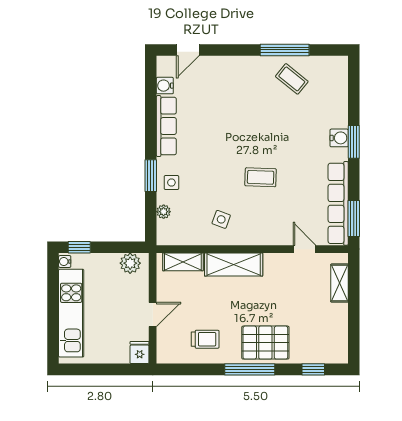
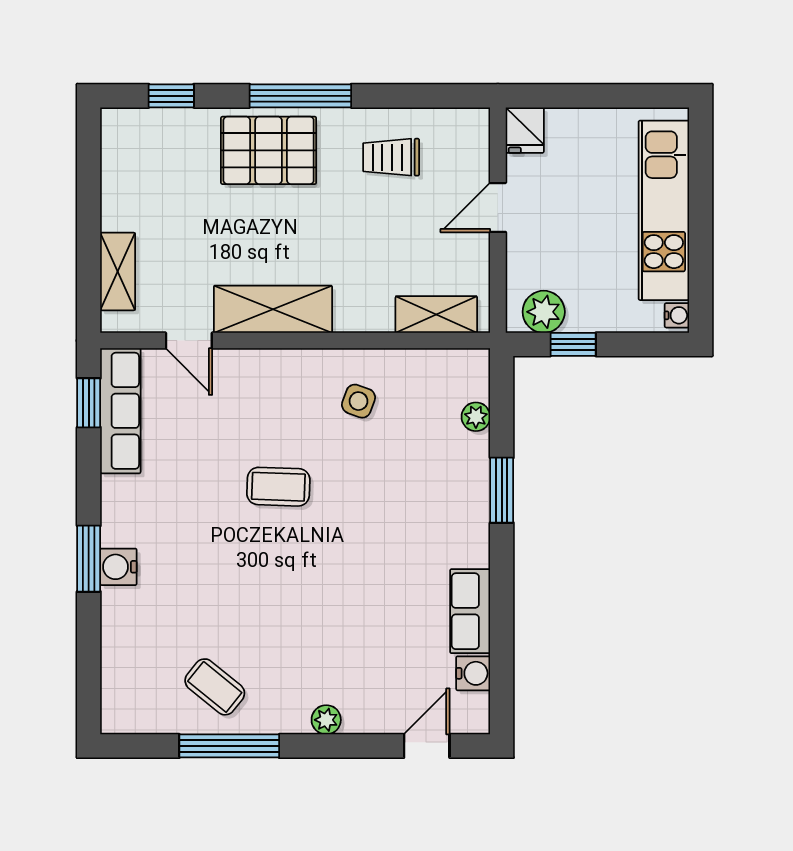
plant: (237, 63) -> (326, 720), added
row of seats: (166, 126) -> (470, 611), width x0.68
side table: (171, 183) -> (460, 476), removed
row of seats: (338, 203) -> (120, 411), width x0.73
window: (354, 219) -> (89, 403), width x0.67
window: (79, 247) -> (573, 344), moved
shelving: (234, 264) -> (273, 309), moved

